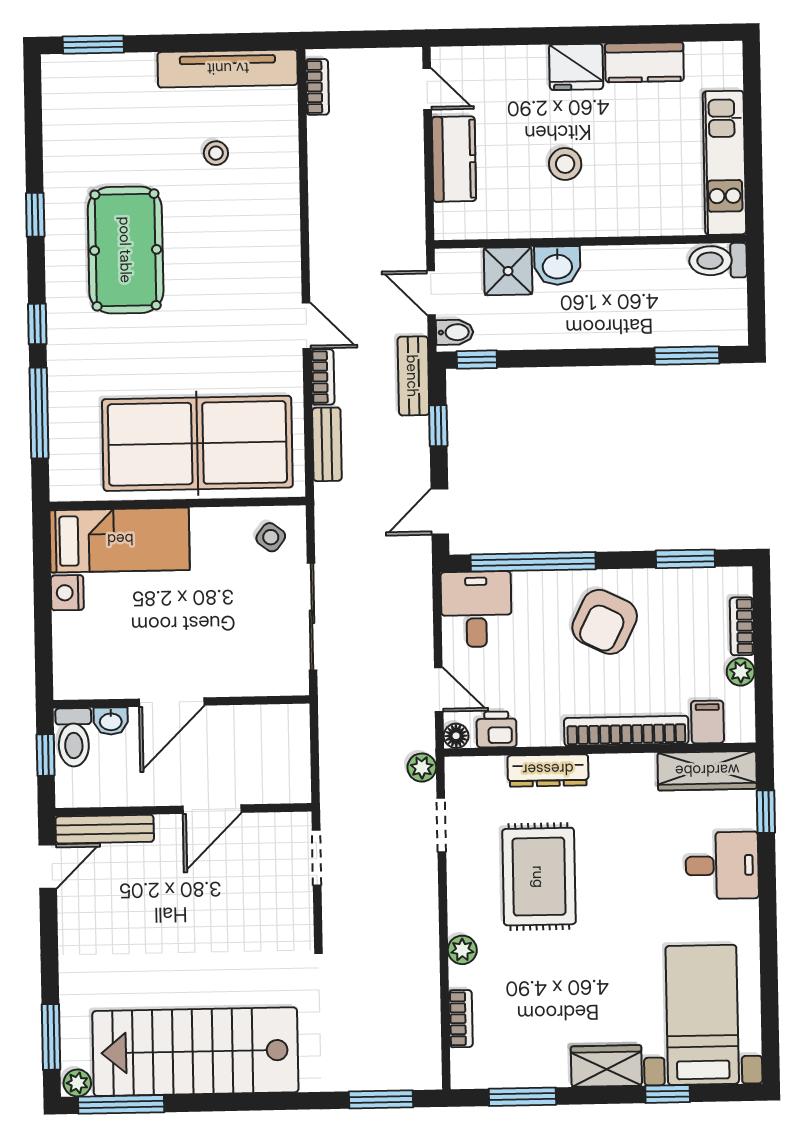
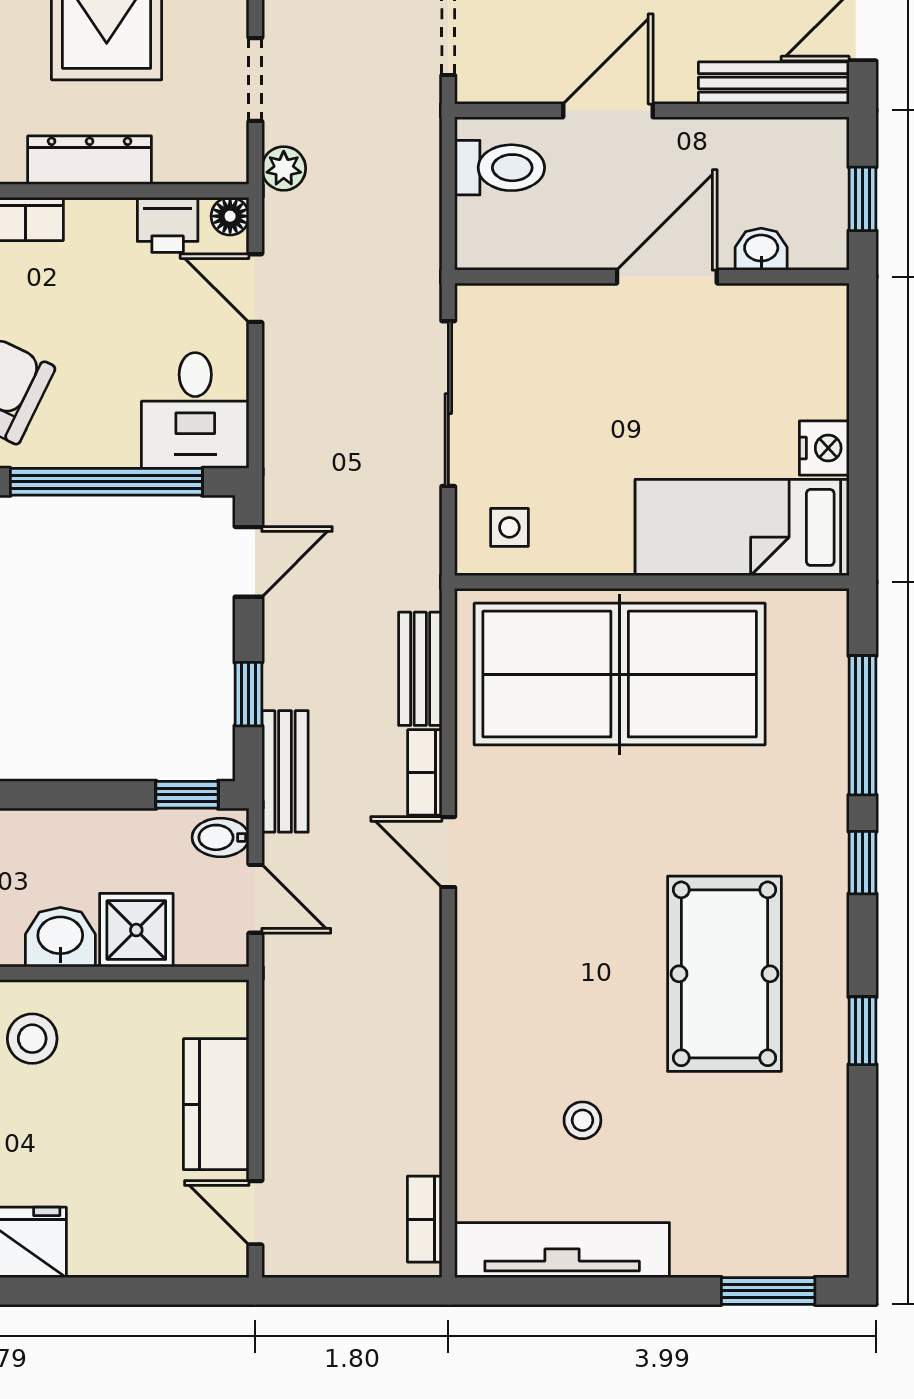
stool: (565, 164) -> (32, 1039), moved
side table: (271, 537) -> (509, 527), turned -37
toilet: (74, 737) -> (500, 168), moved, turned 90

